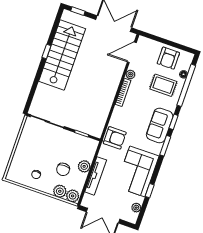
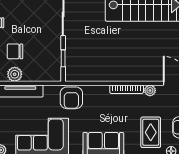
plant: (84, 166) -> (15, 74), moved

